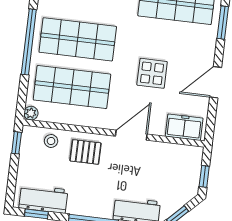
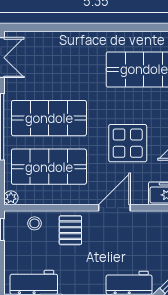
display table: (152, 73) -> (128, 143), width x1.36, depth x1.36
pallet: (85, 152) -> (70, 230), turned 90

